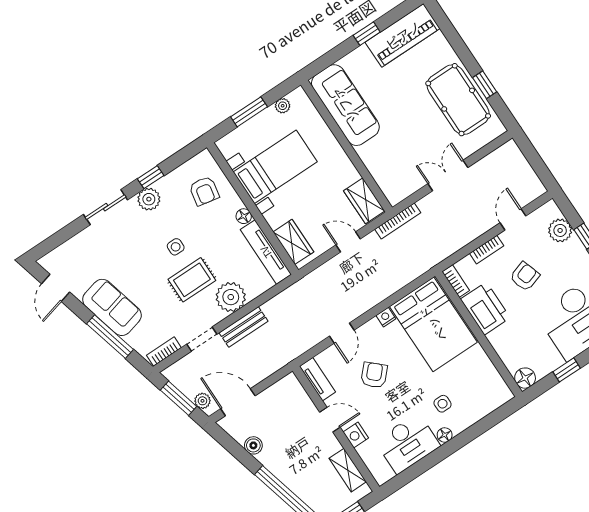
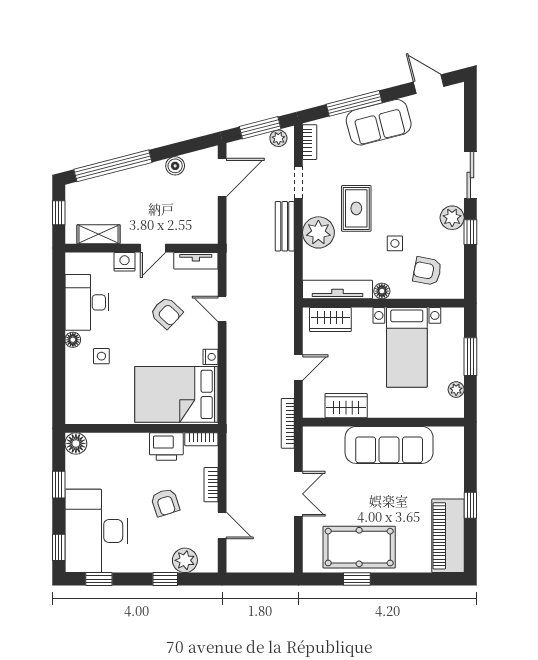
sofa: (345, 105) -> (389, 445), moved
wardrobe: (364, 201) -> (346, 406), moved
side table: (176, 247) -> (395, 243), moved
printer: (485, 308) -> (166, 447), width x0.73, depth x0.84
plant: (202, 401) -> (278, 138), moved

